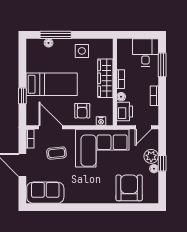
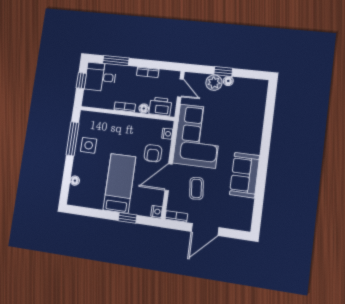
window: (56, 35) -> (73, 139), moved
window: (140, 35) -> (81, 81), added
wardrobe: (105, 78) -> (121, 123), removed
armchair: (82, 111) -> (153, 153), turned 90
nightstand: (32, 121) -> (157, 211), added
door: (51, 127) -> (168, 177), moved
armchair: (129, 188) -> (247, 111), removed
sofa: (45, 193) -> (245, 175), moved

